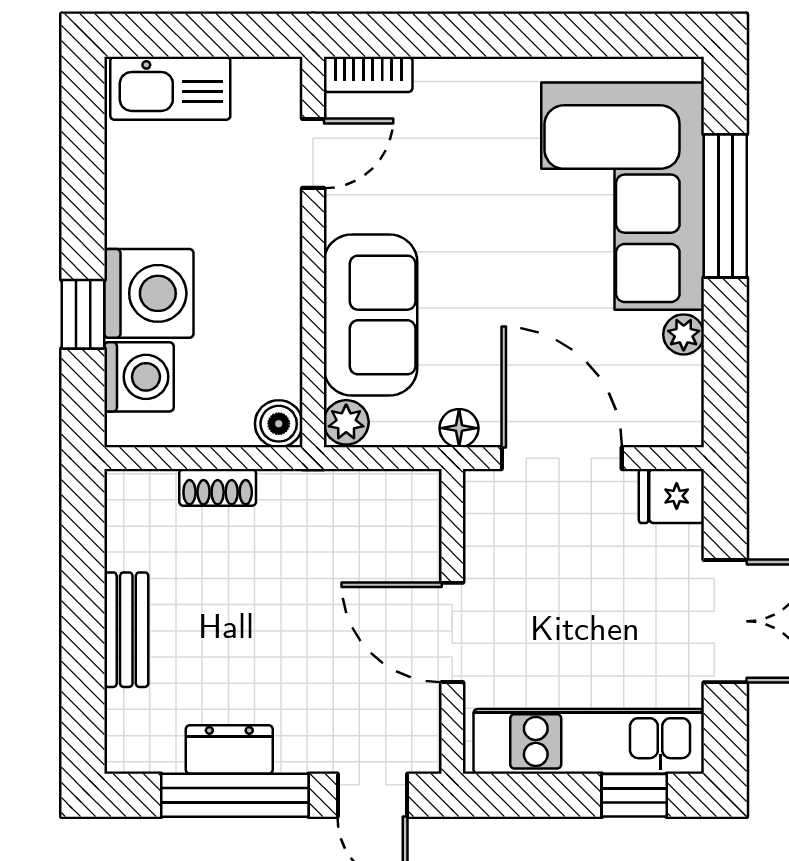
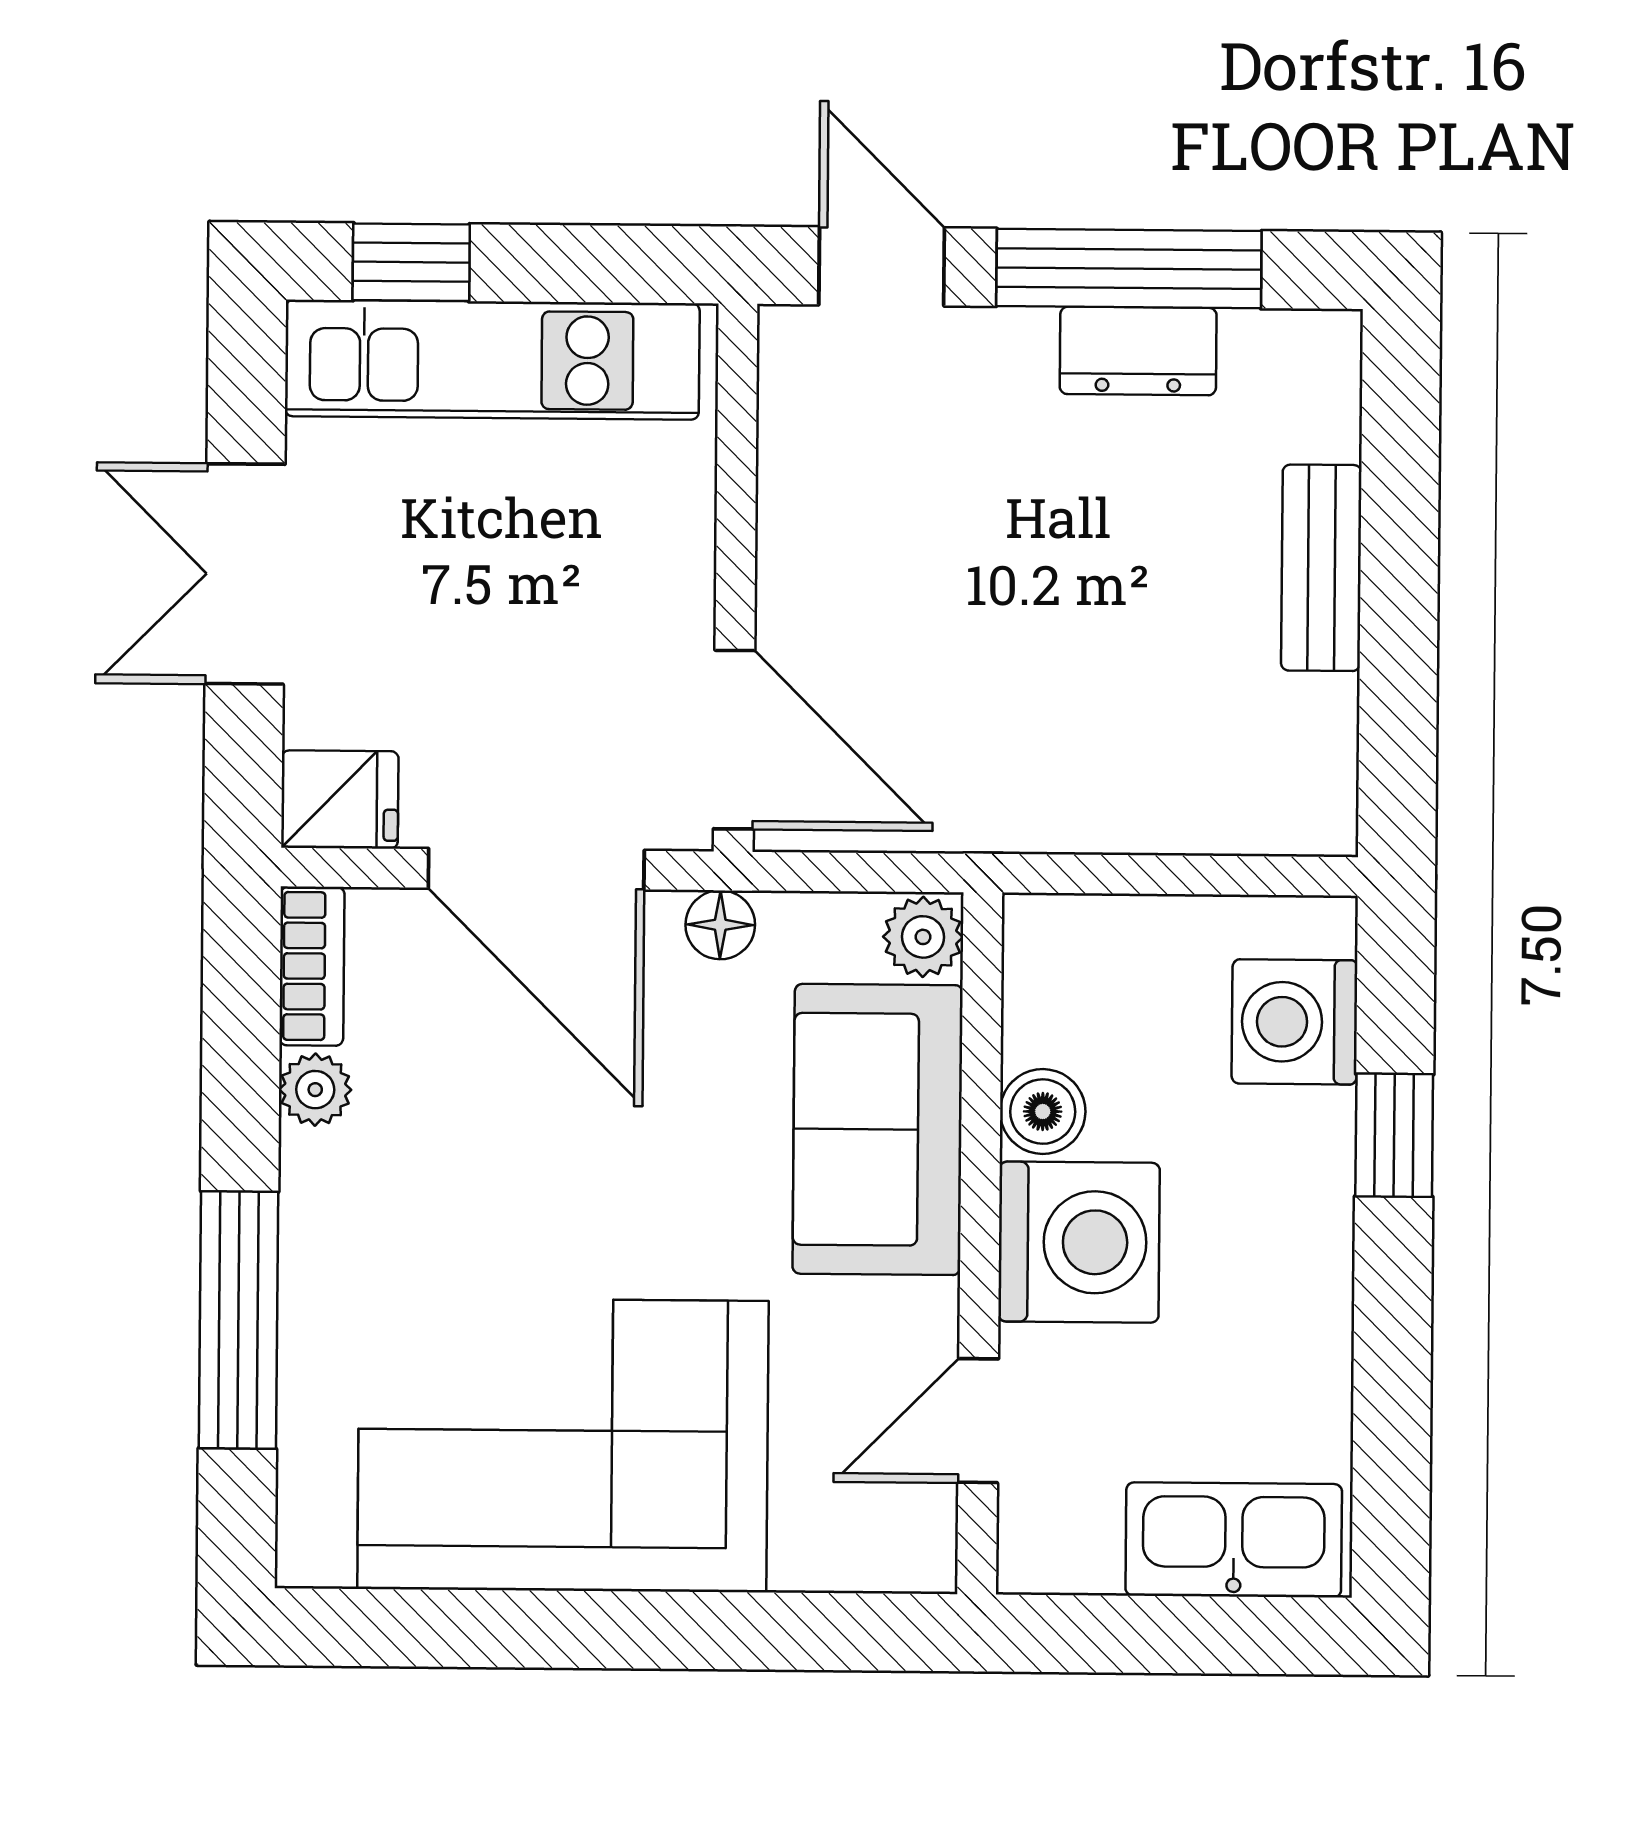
bookcase: (368, 74) -> (312, 966), moved, turned 90
corner sofa: (623, 196) -> (563, 1445), moved, turned -90
washing machine: (149, 293) -> (1079, 1242), moved, turned 180
boiler: (279, 424) -> (1043, 1112), moved
shoe rack: (218, 487) -> (1155, 822), removed
door: (452, 632) -> (734, 740), moved

